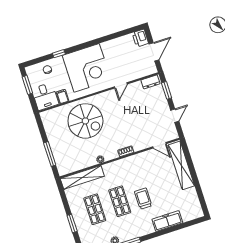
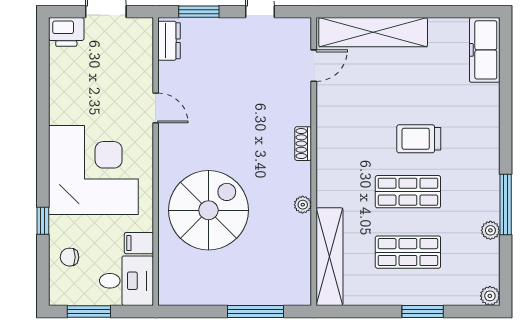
freezer: (167, 221) -> (485, 50), moved

